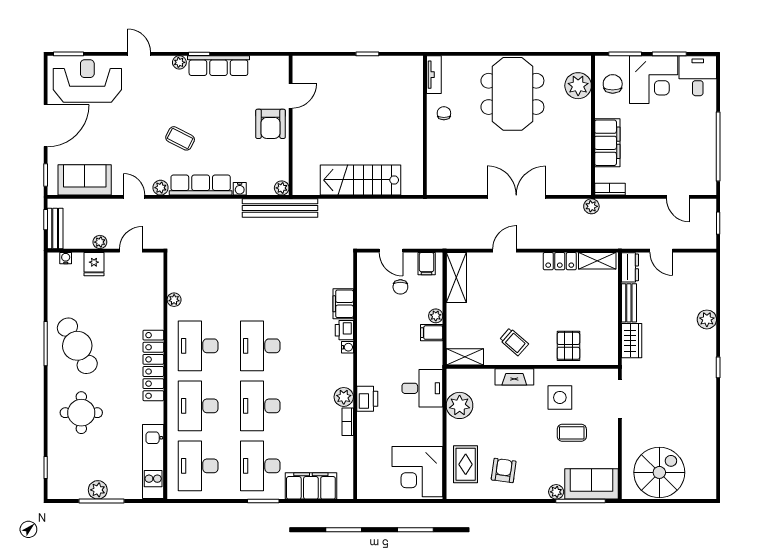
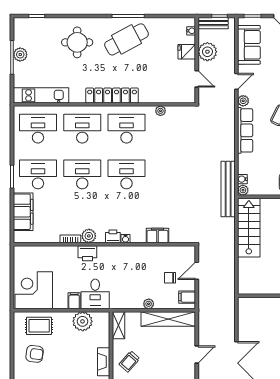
stairs: (360, 180) -> (249, 228), moved
water cooler: (240, 189) -> (242, 179), moved
plant: (100, 242) -> (207, 52), width x1.88, depth x1.88
door: (504, 251) -> (197, 355), hinge flipped
shelving: (456, 277) -> (168, 319), width x1.47
printer: (344, 330) -> (113, 236), moved
filing cabinet: (432, 333) -> (74, 301), moved

